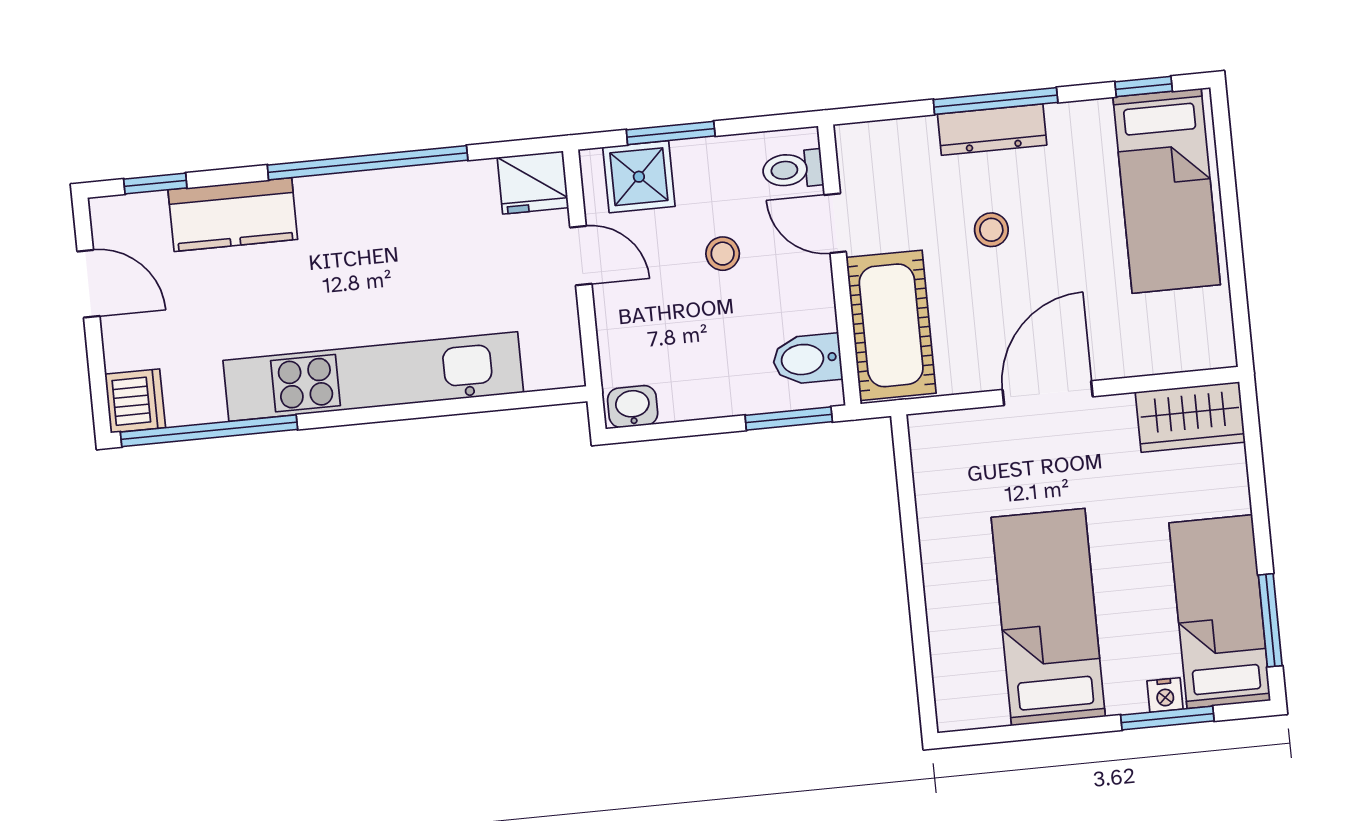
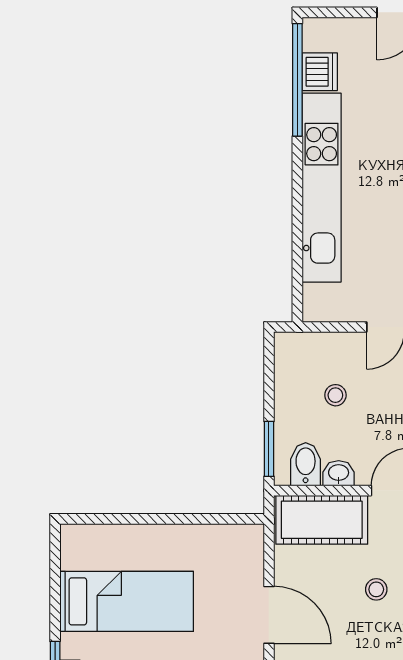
stool: (723, 254) -> (335, 395), moved
dishwasher: (135, 401) -> (320, 72), moved, turned -90
washbasin: (633, 407) -> (339, 473), moved, turned -90

